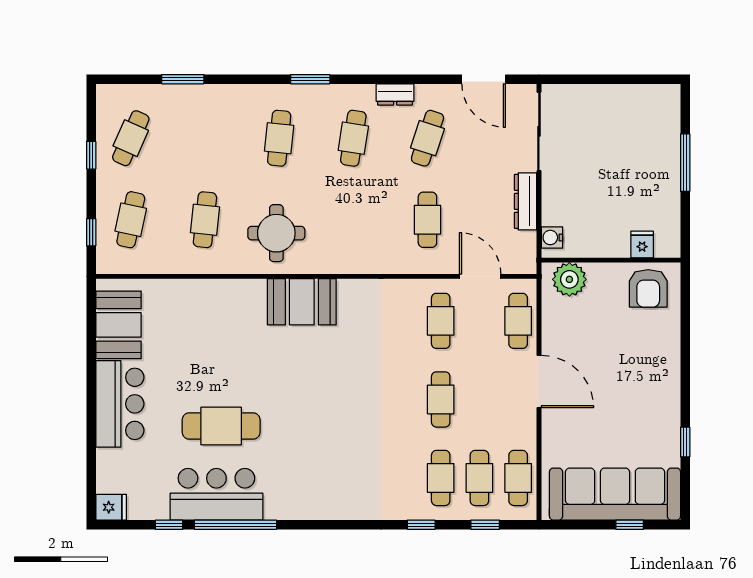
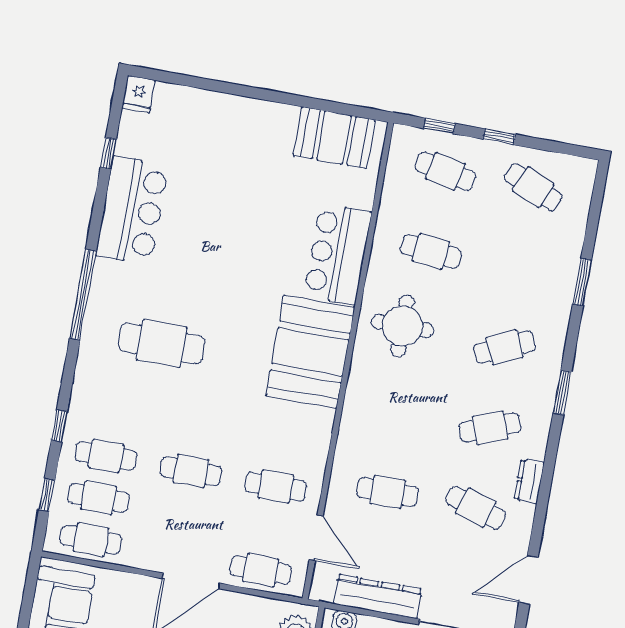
window: (183, 79) -> (582, 282), moved
cafe table: (279, 138) -> (504, 347), turned -30
cafe table: (353, 138) -> (490, 428), turned -30
window: (91, 155) -> (499, 137), moved
dresser: (525, 201) -> (378, 596), width x1.37, depth x1.24
door: (480, 276) -> (316, 538), hinge flipped
booth: (302, 302) -> (310, 352), width x1.36, depth x1.42
bar counter: (120, 404) -> (338, 254), moved, turned 90
cafe table: (221, 426) -> (162, 343), moved, turned 90
window: (236, 525) -> (83, 295), moved

